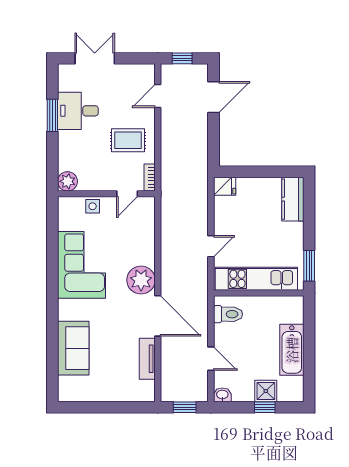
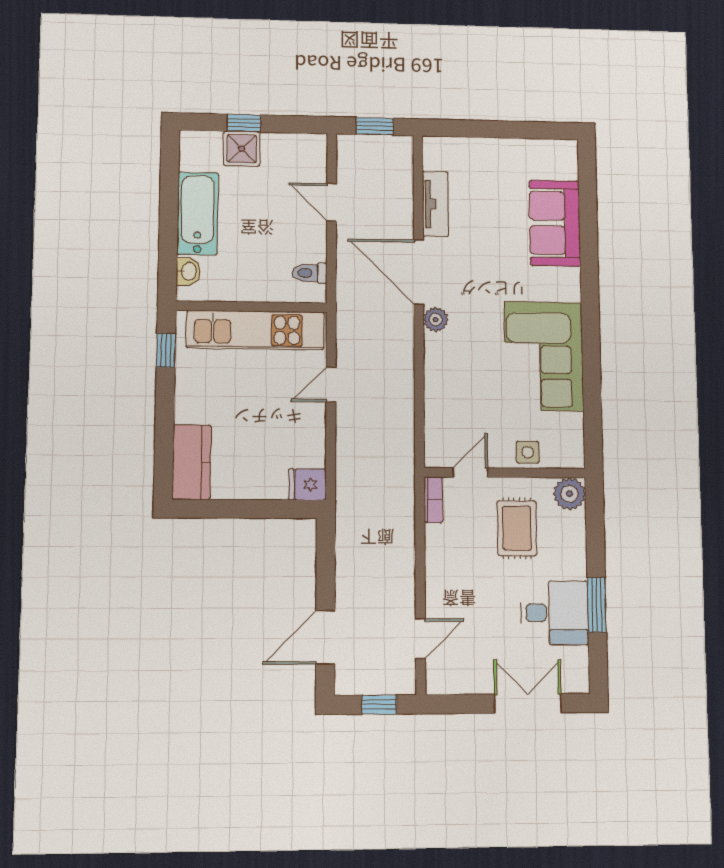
double door: (95, 58) -> (528, 703), swing flipped
rug: (128, 140) -> (517, 528), moved, turned 90
window: (309, 266) -> (166, 350), width x0.67
plant: (141, 280) -> (436, 320), width x0.53, depth x0.53
toilet: (228, 314) -> (310, 273), width x0.73, depth x0.72
washbasin: (222, 395) -> (188, 271), moved, turned -90

